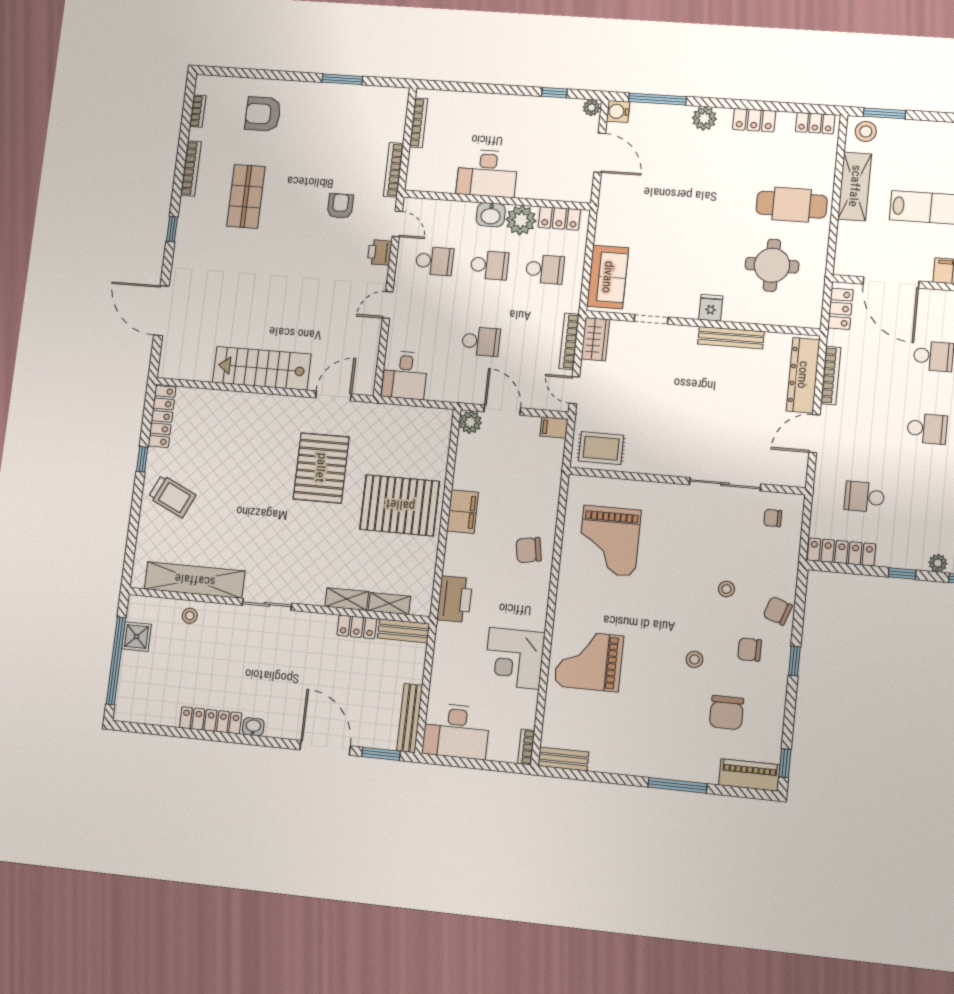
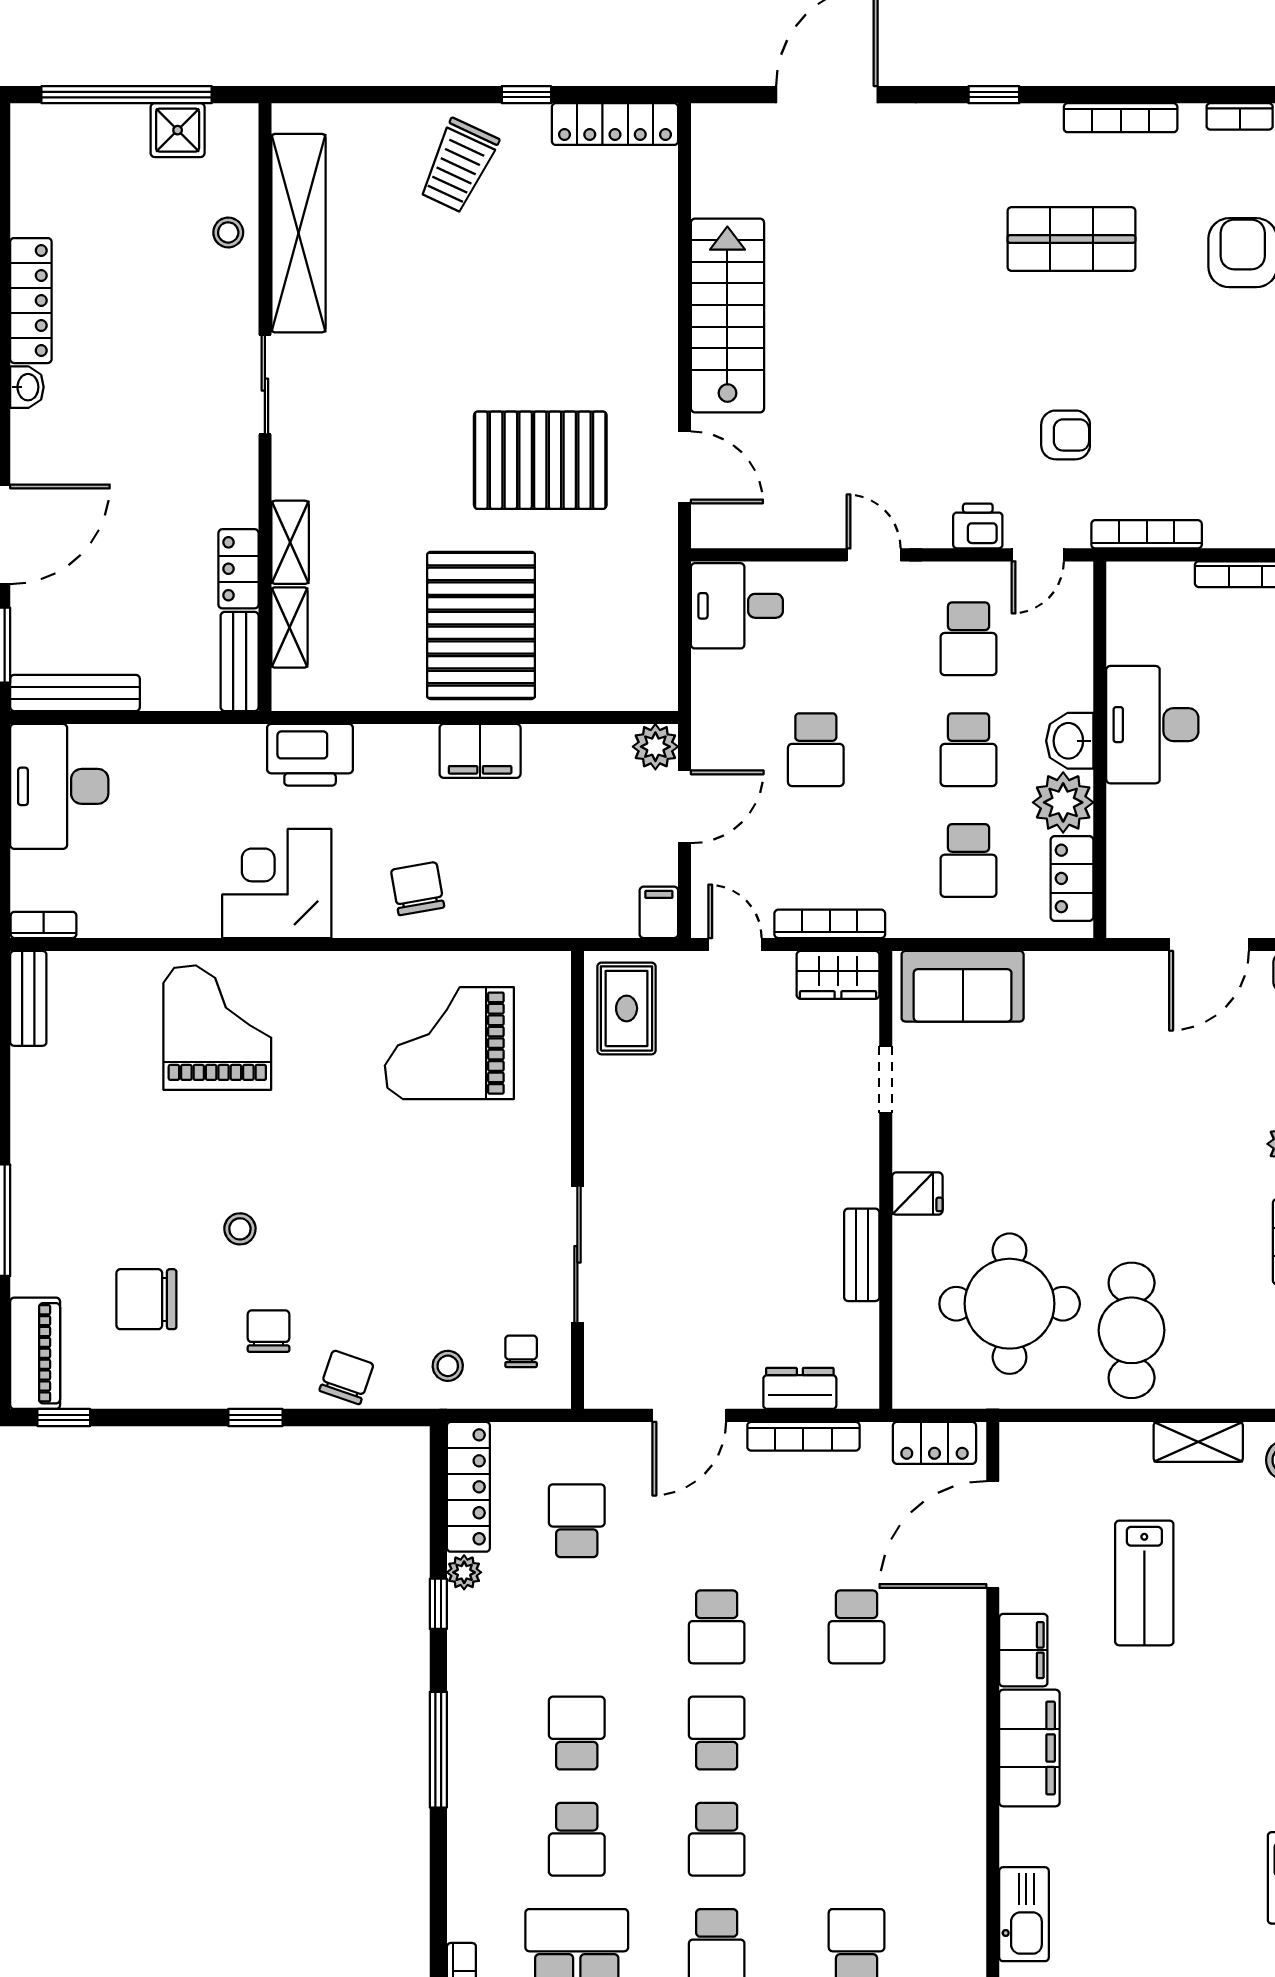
shelving: (855, 186) -> (1198, 1442), width x0.67, depth x0.75
round table: (772, 265) -> (1010, 1304), width x1.36, depth x1.36
bench: (731, 338) -> (862, 1255), width x0.73
dresser: (803, 375) -> (800, 1388), width x0.51, depth x0.80
door: (574, 390) -> (735, 944), hinge flipped
door: (814, 434) -> (689, 1415), swing flipped
plant: (938, 563) -> (464, 1572), moved
stool: (726, 589) -> (448, 1366), moved
corner desk: (514, 658) -> (277, 883), moved

